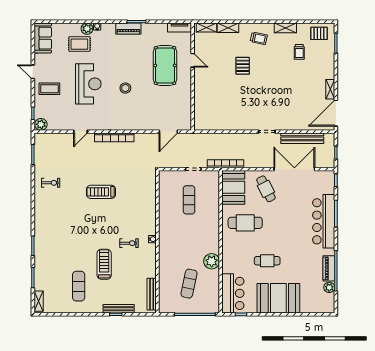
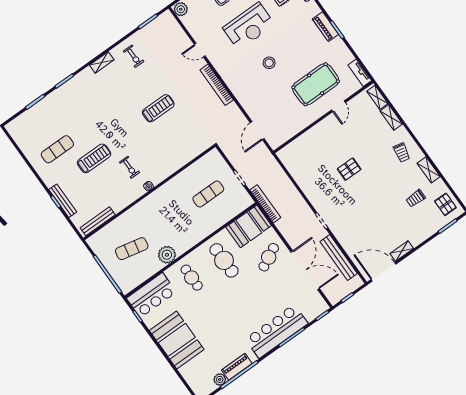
pallet: (243, 66) -> (349, 169), moved
door: (168, 132) -> (257, 131), hinge flipped
treadmill: (101, 192) -> (158, 108), turned 90
cafe table: (267, 261) -> (192, 278), moved
shelving: (39, 301) -> (102, 62), moved

